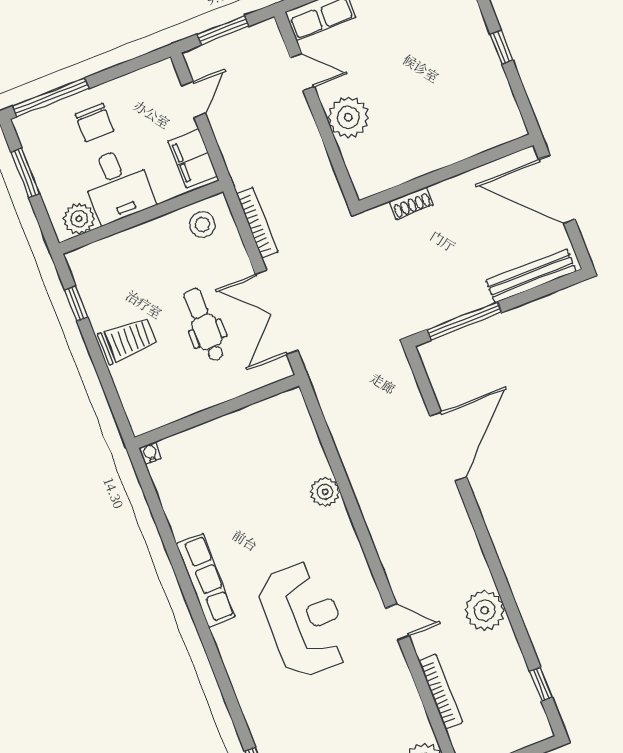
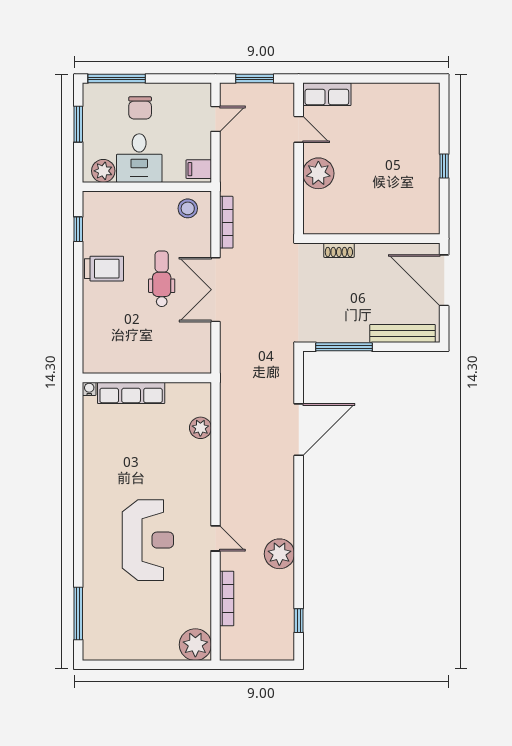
filing cabinet: (193, 158) -> (199, 169), width x0.50
wall: (217, 412) -> (147, 378), moved
water cooler: (150, 453) -> (89, 389), moved
row of seats: (206, 580) -> (131, 393), moved, turned 90
reception desk: (304, 619) -> (148, 540), moved

